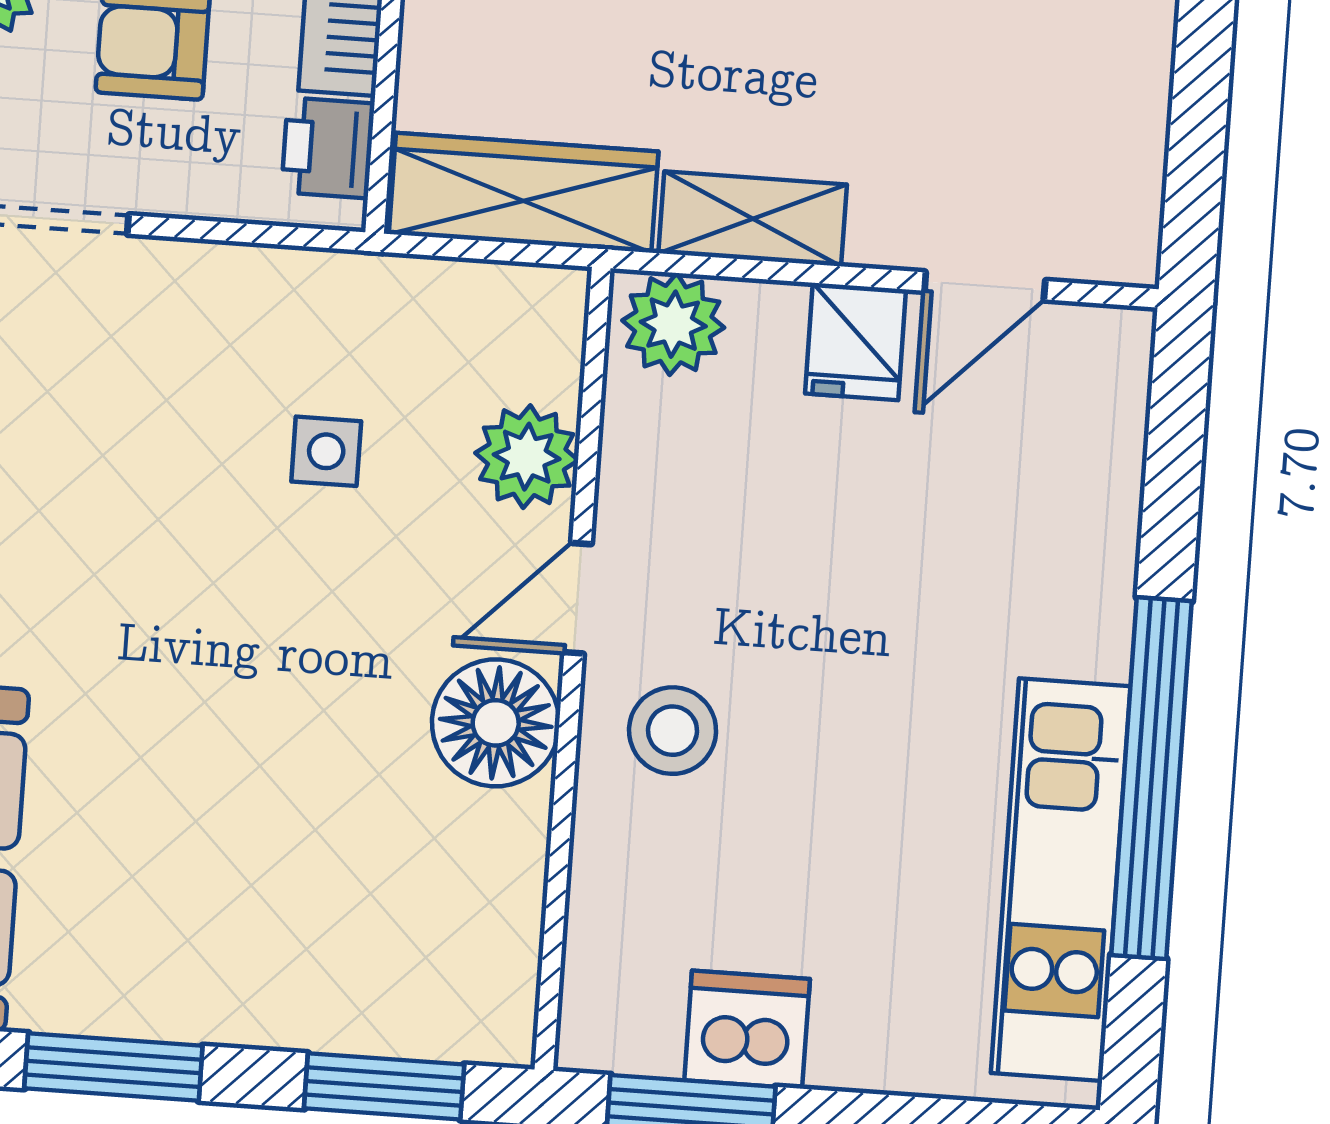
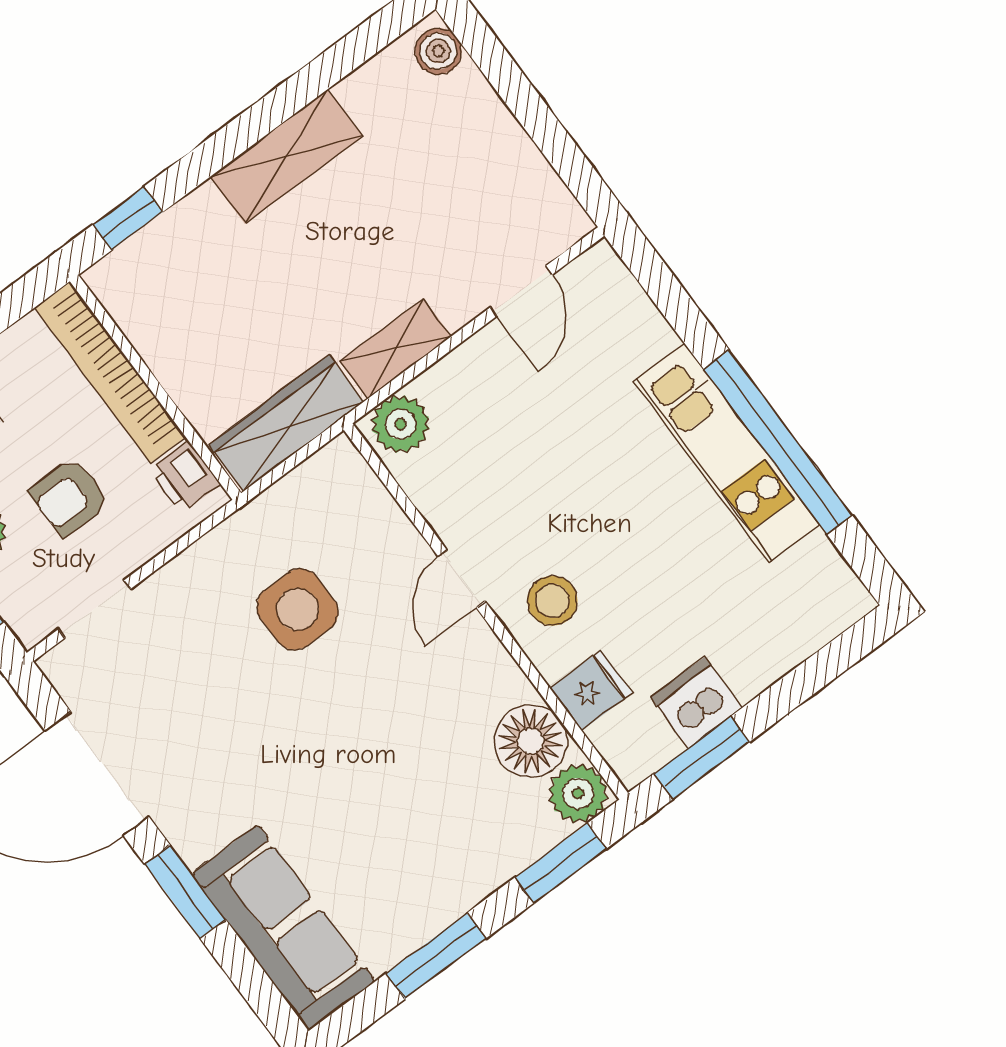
fridge: (856, 342) -> (591, 691), moved, turned -90
side table: (326, 451) -> (298, 609), width x1.87, depth x1.87
plant: (527, 457) -> (578, 793), moved
floor lamp: (496, 723) -> (531, 741), moved
kitchen unit: (1061, 880) -> (727, 453), moved

